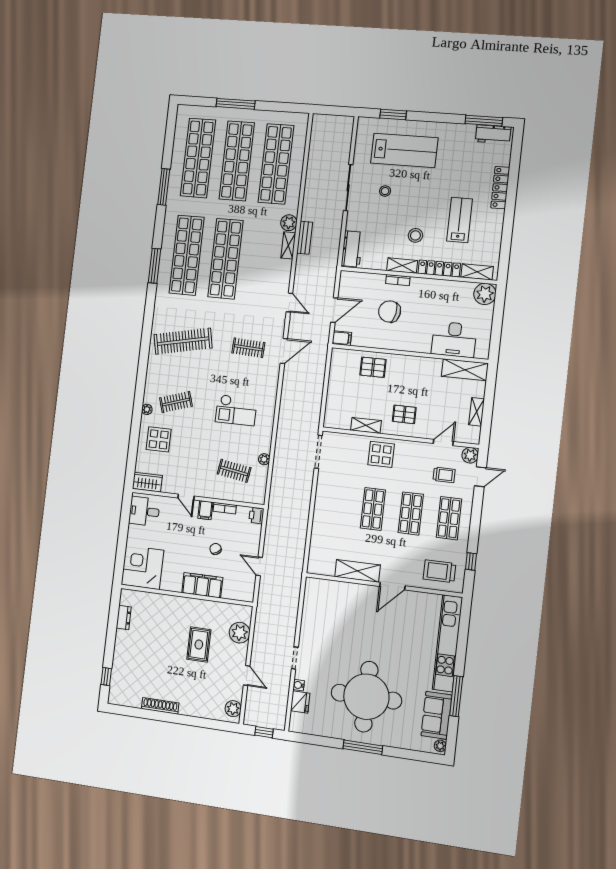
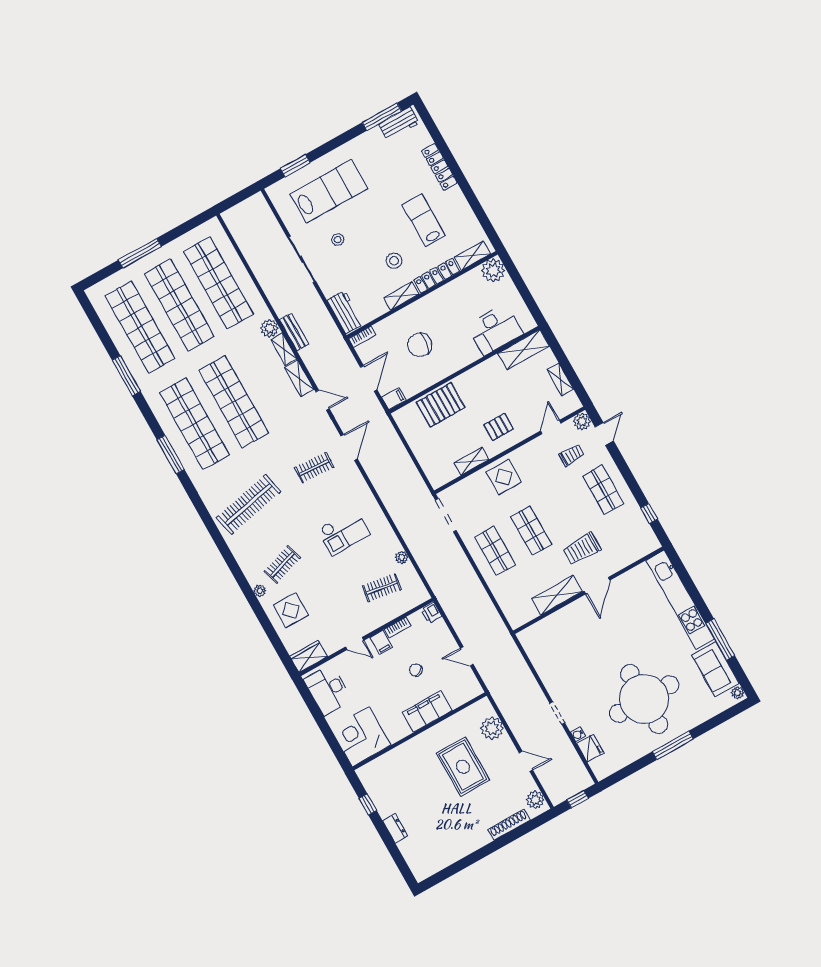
shelving: (284, 275) -> (299, 378), added
bookcase: (398, 280) -> (362, 337), moved
pallet: (373, 367) -> (441, 405), width x1.50, depth x1.42
desk: (144, 511) -> (328, 690), width x1.37
shop shelf: (411, 513) -> (495, 551), moved
trolley: (440, 571) -> (582, 549), moved
dresser: (124, 617) -> (395, 828), moved
rug: (199, 645) -> (463, 767), width x1.36, depth x1.43
window: (106, 676) -> (368, 804), moved
shoe rack: (160, 706) -> (509, 825), moved

